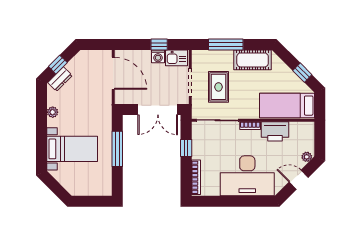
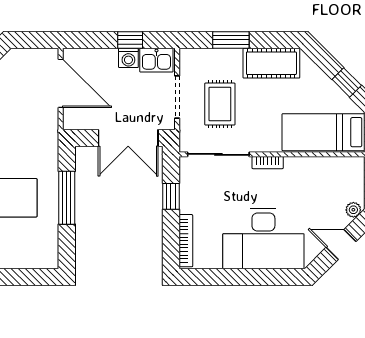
window: (226, 45) -> (231, 40), width x0.69
printer: (275, 131) -> (305, 171), removed

